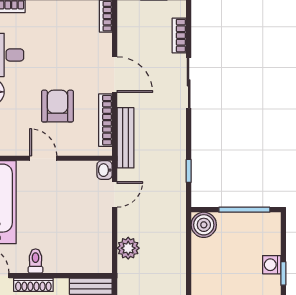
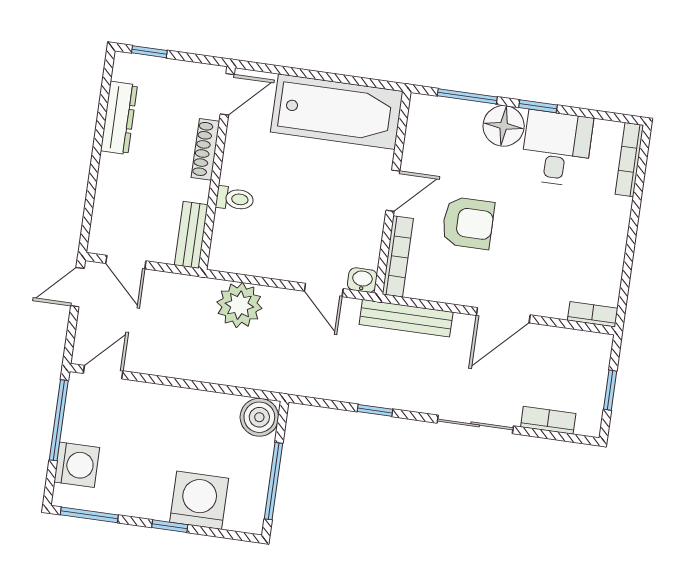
bookcase: (105, 120) -> (398, 256), moved, turned 90
window: (189, 171) -> (375, 410), moved
plant: (128, 248) -> (239, 305), width x1.36, depth x1.36
toilet: (36, 261) -> (235, 199), moved
washing machine: (272, 265) -> (199, 500), width x1.89, depth x1.89

